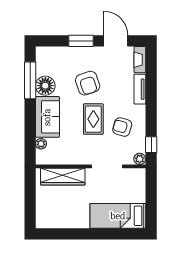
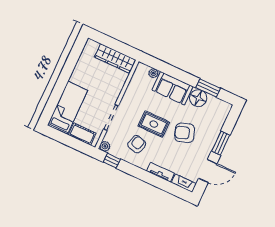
window: (30, 80) -> (208, 88), width x0.69
wardrobe: (63, 177) -> (115, 58), moved, turned -90
cot: (138, 188) -> (82, 134), added

